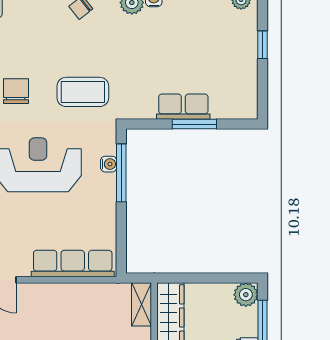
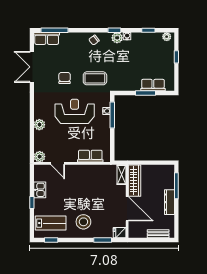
row of seats: (183, 107) -> (153, 85), moved
row of seats: (73, 264) -> (90, 156), width x0.68
plant: (246, 295) -> (169, 170), removed

